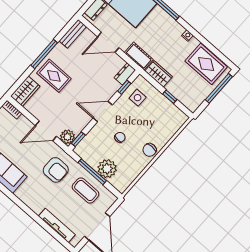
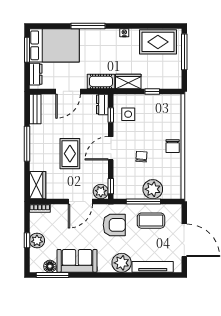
rug: (54, 76) -> (70, 154), moved, turned 90
plant: (37, 202) -> (122, 263), added

